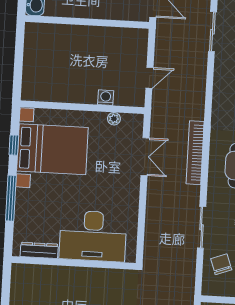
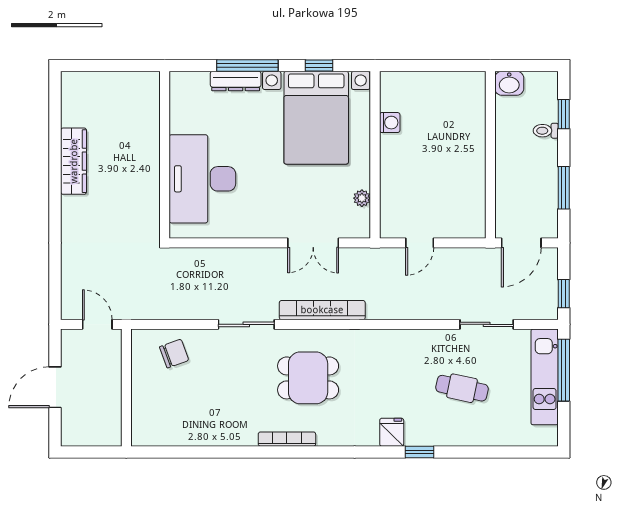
door: (149, 78) -> (420, 243), hinge flipped
washing machine: (106, 98) -> (390, 123), moved
sliding door: (202, 227) -> (246, 324), moved
dresser: (39, 250) -> (236, 81), moved, turned 90

